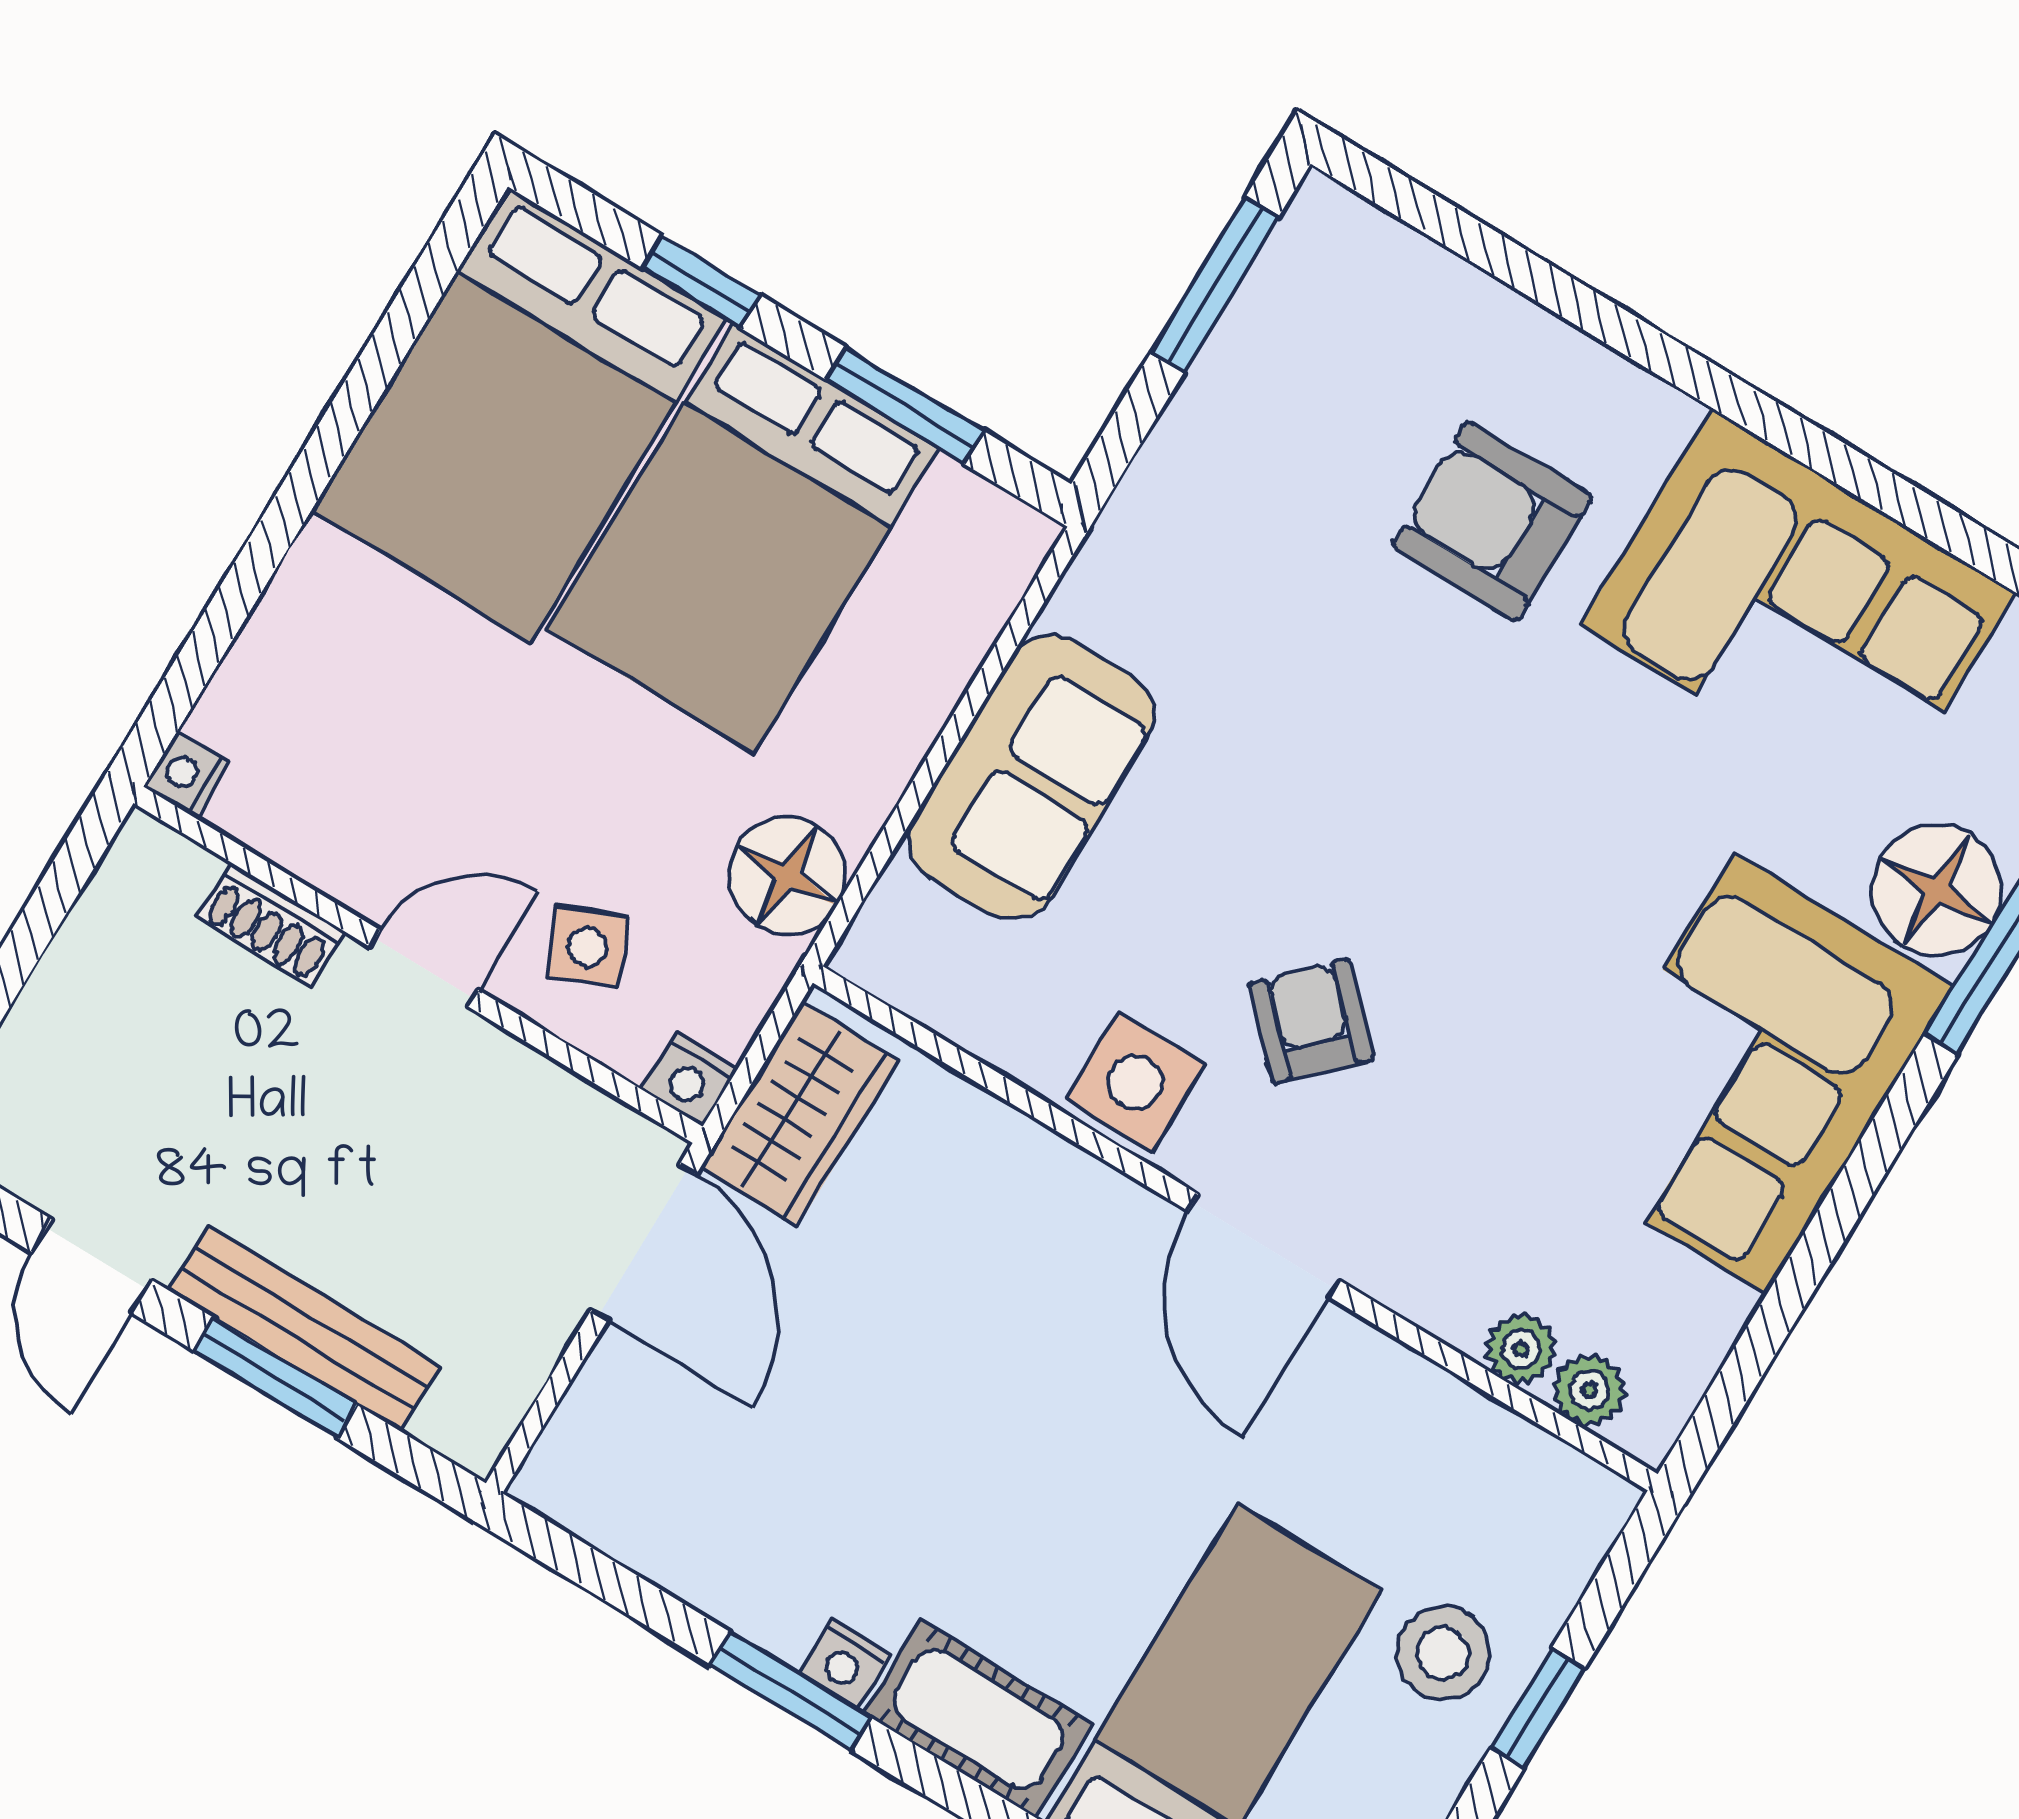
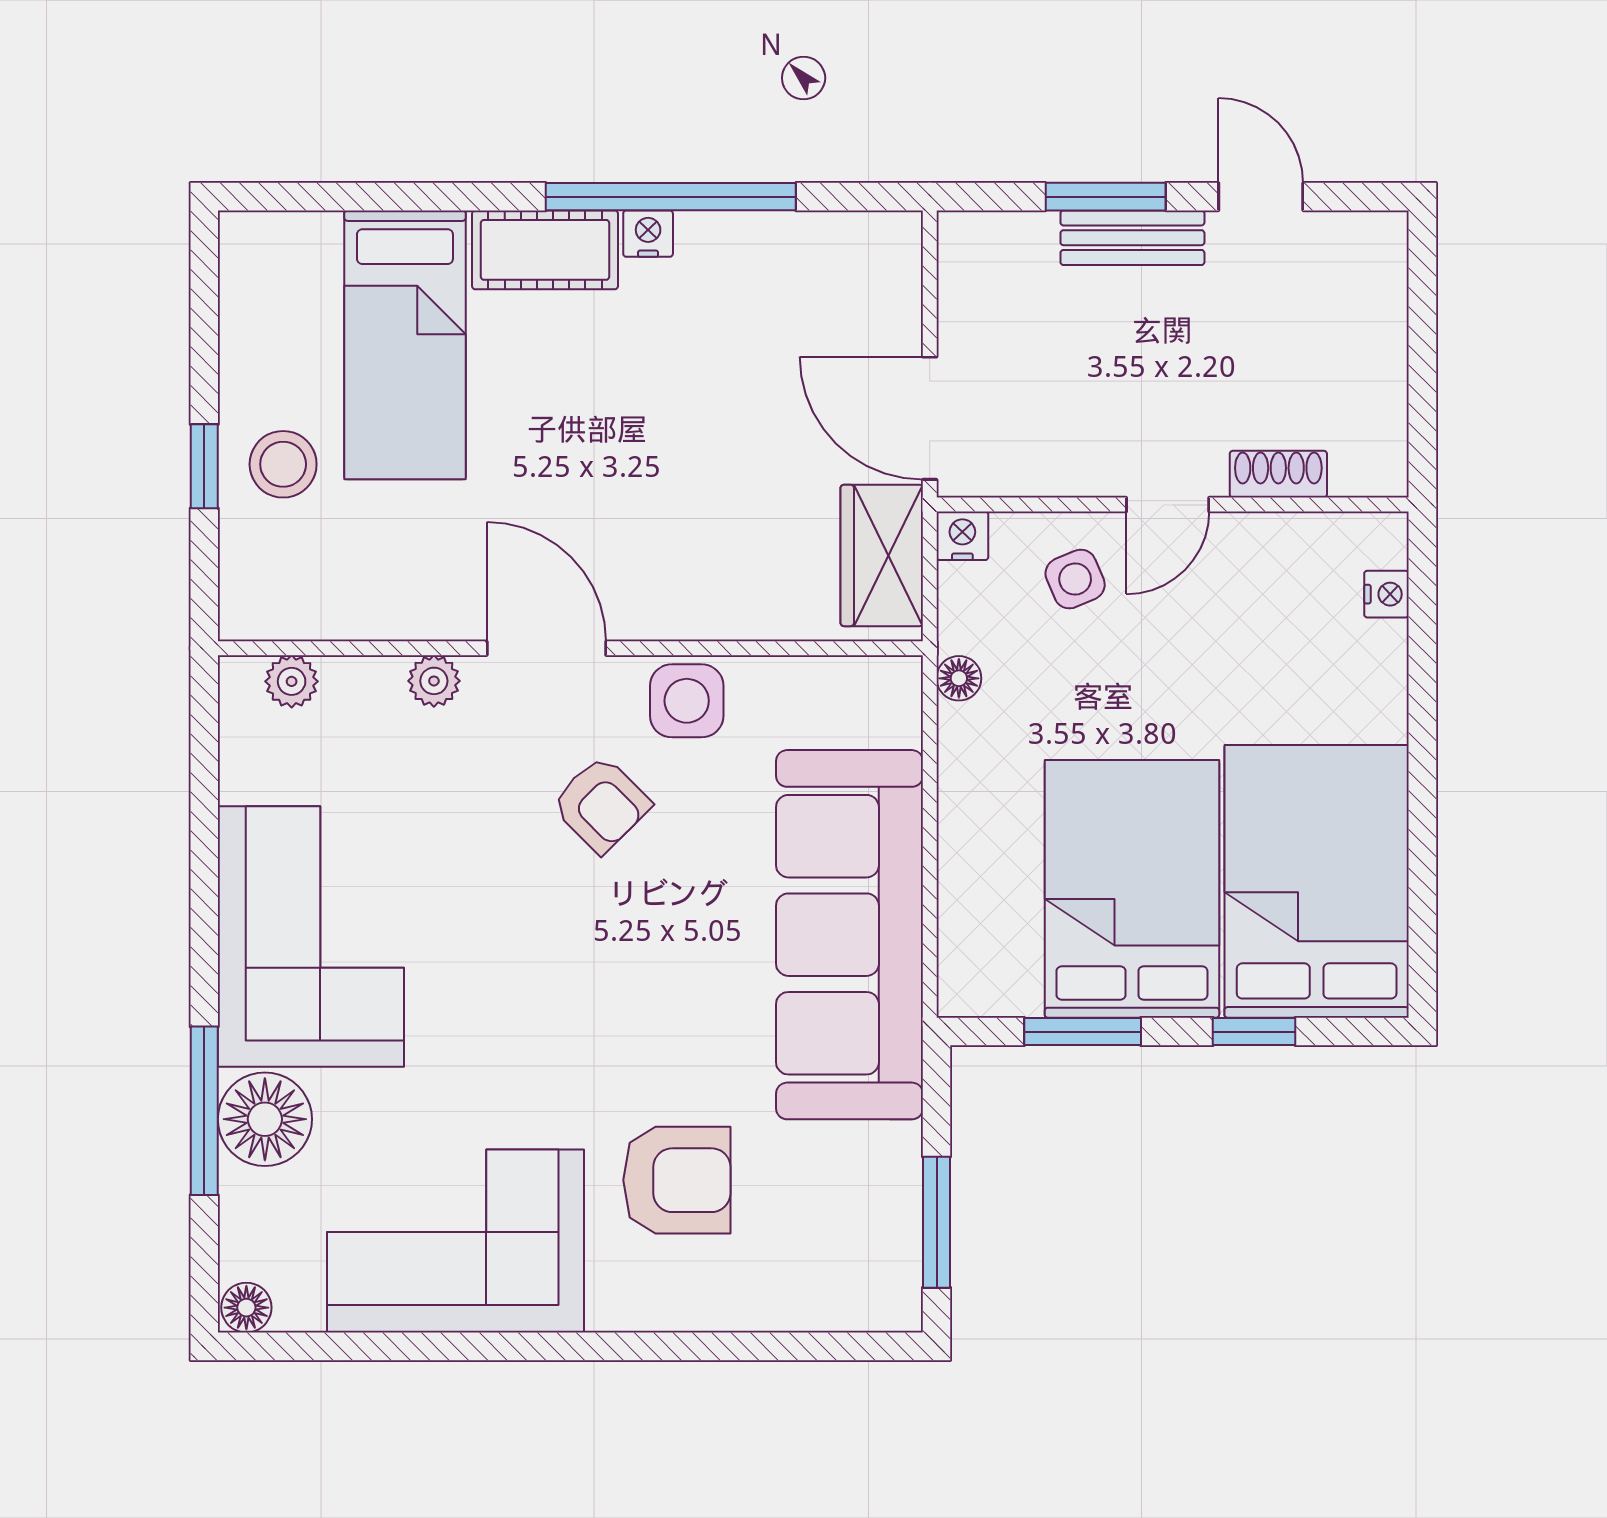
nightstand: (186, 775) -> (1387, 594), moved
sofa: (1031, 777) -> (849, 935), width x1.85, depth x1.27
floor lamp: (787, 875) -> (959, 678), width x0.53, depth x0.53
bench: (304, 1329) -> (1132, 238), width x0.73
plant: (1521, 1349) -> (434, 681), moved
window: (791, 1691) -> (671, 197), width x2.11

